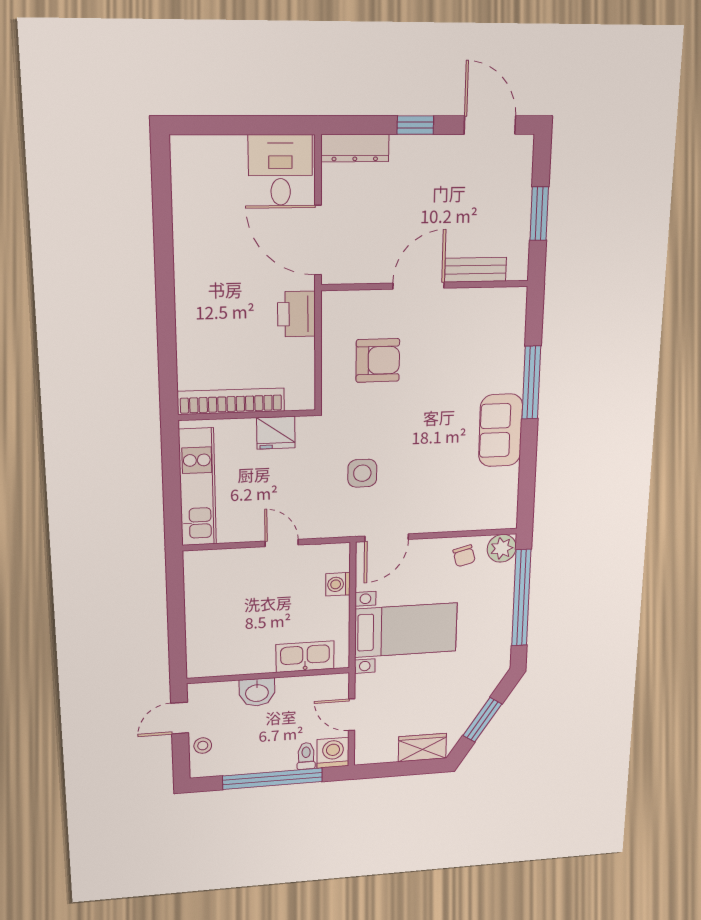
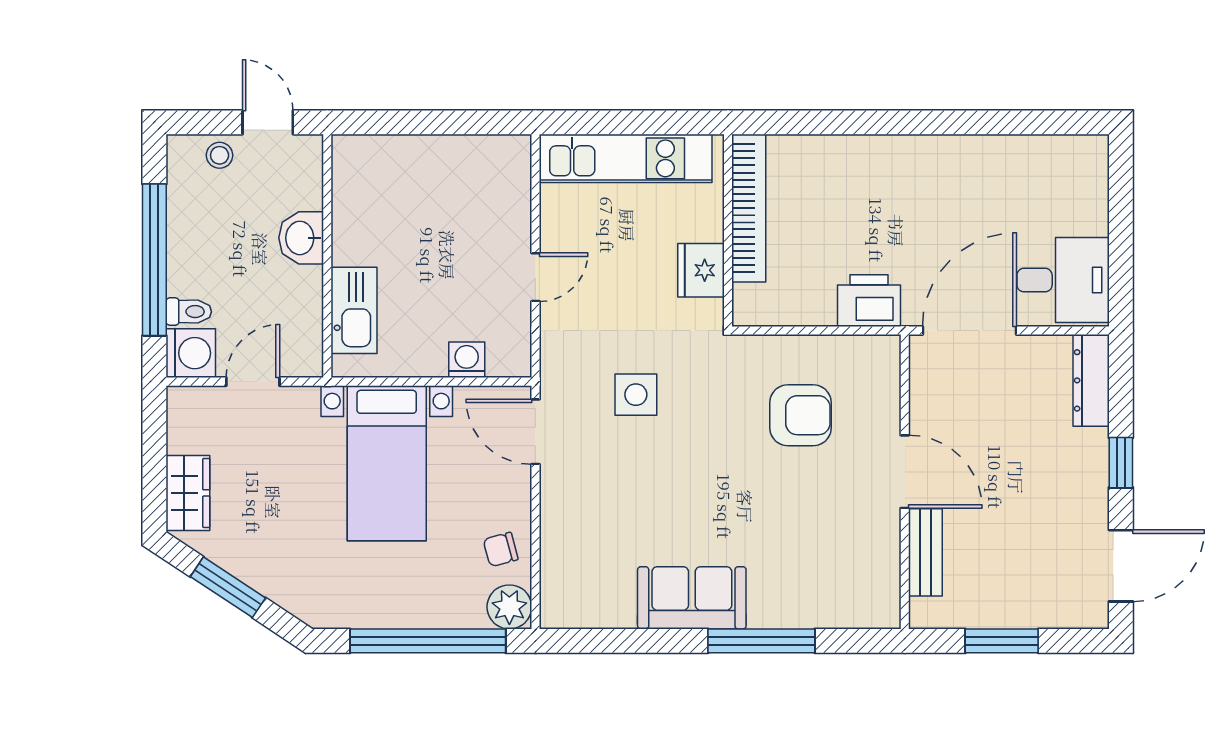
armchair: (378, 360) -> (800, 415), turned -90

